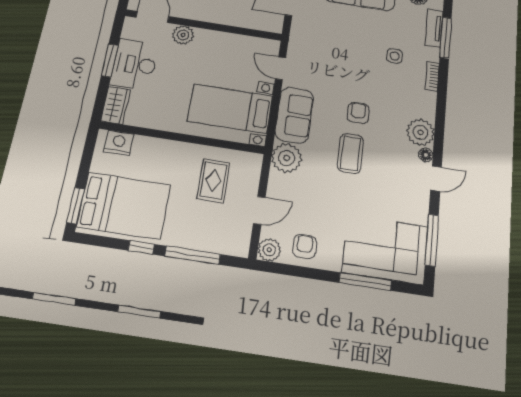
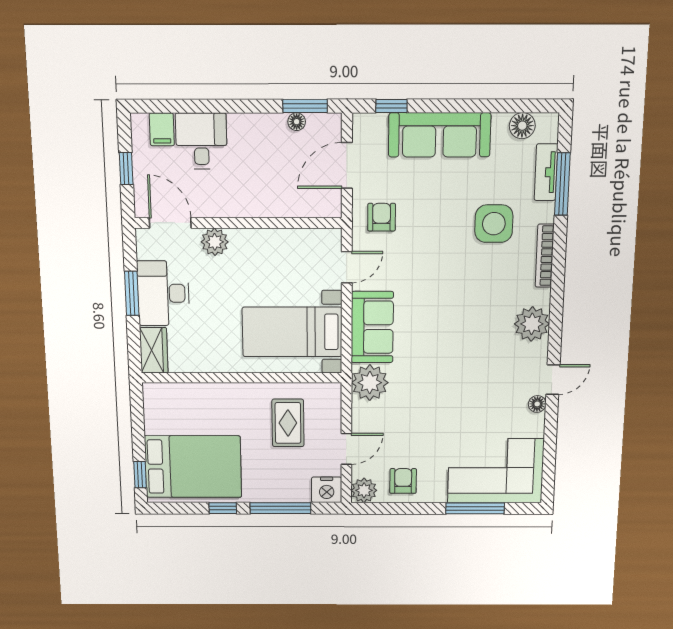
side table: (395, 56) -> (494, 224), width x1.87, depth x1.87
door: (280, 68) -> (347, 267), swing flipped
bookcase: (432, 76) -> (545, 256), width x1.56
armchair: (358, 113) -> (382, 217), moved
nightstand: (119, 143) -> (327, 490), moved, turned 180
coffee table: (350, 153) -> (446, 365), removed
floor lamp: (426, 155) -> (537, 404), moved
window: (76, 206) -> (140, 475), width x0.67
window: (432, 240) -> (549, 453), removed

